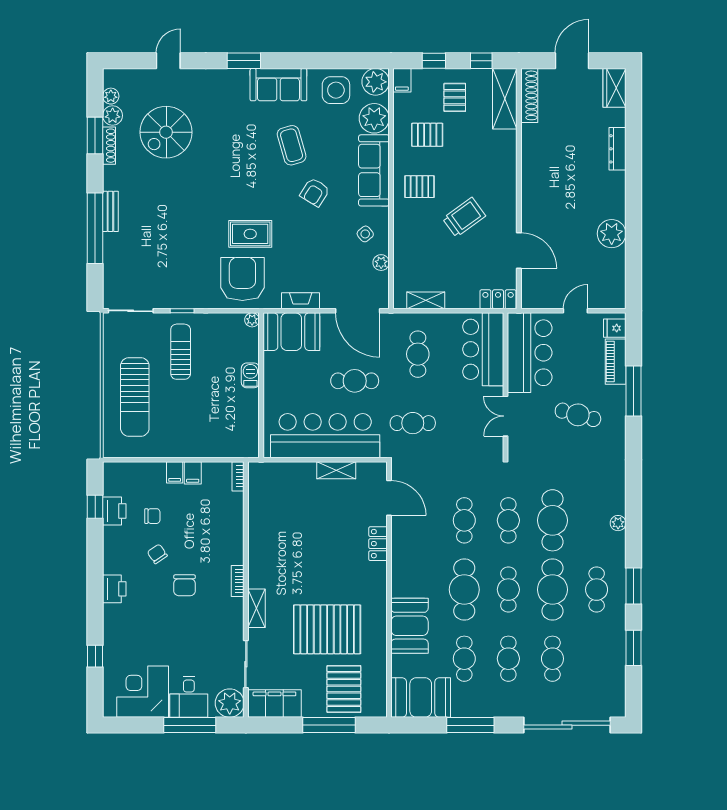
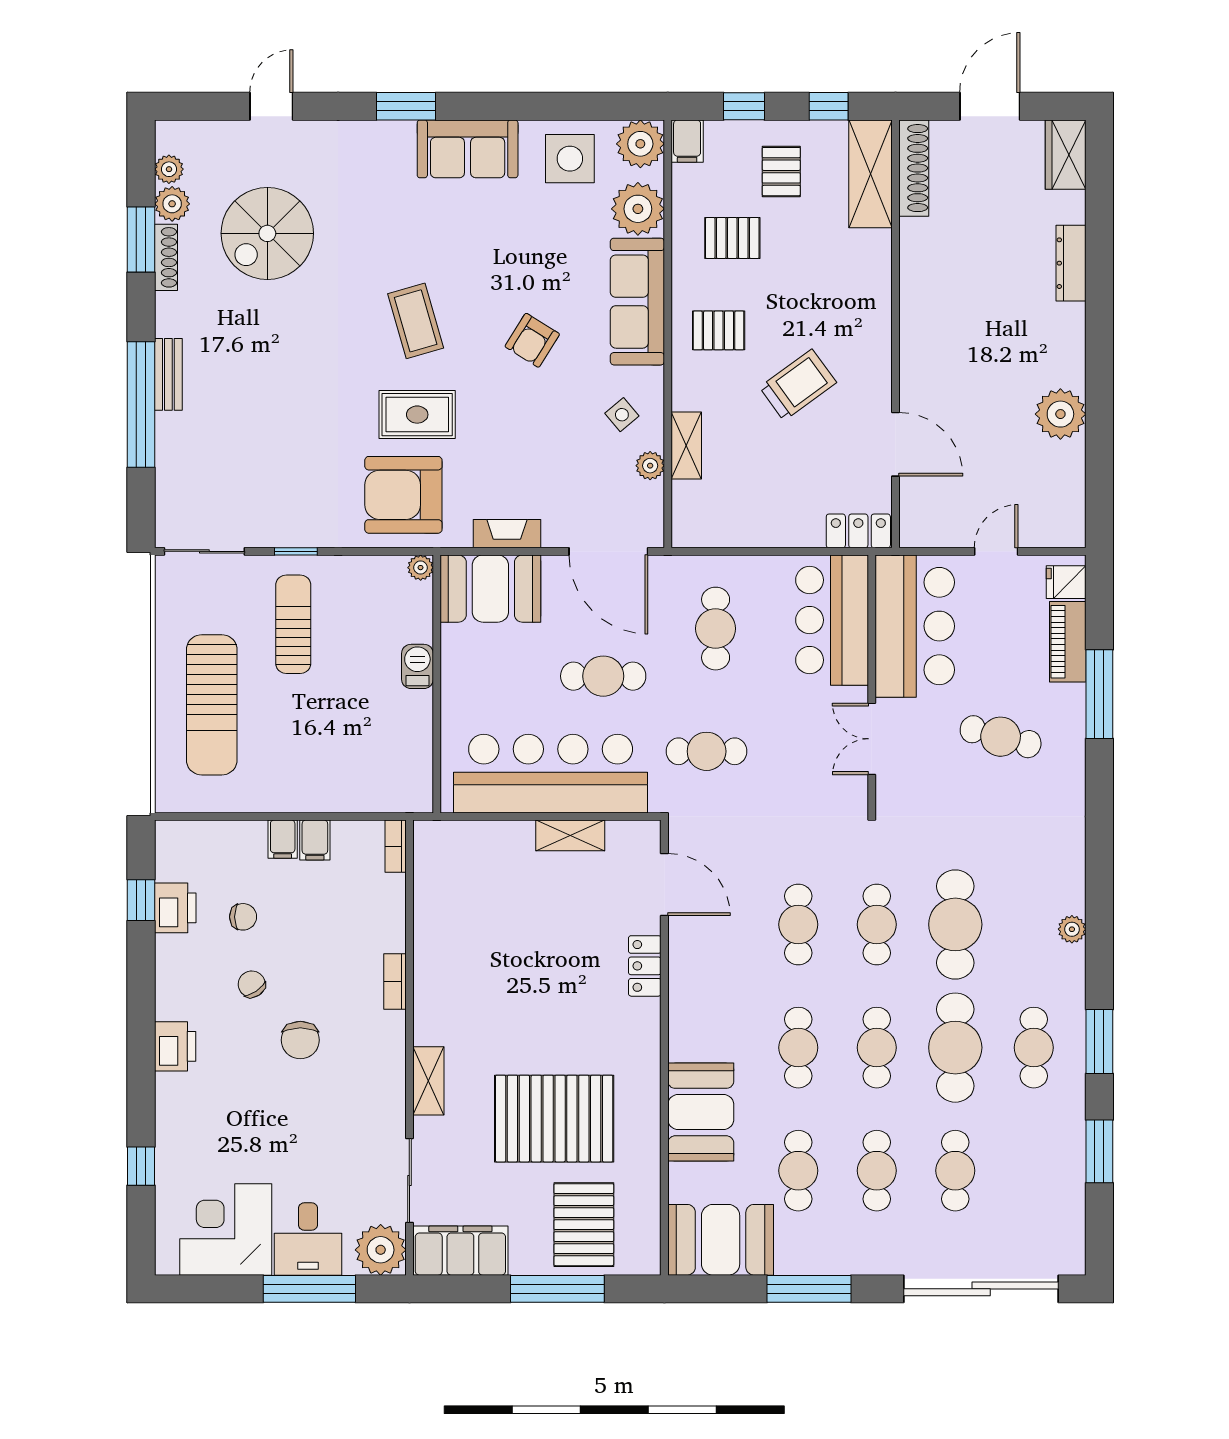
coffee table: (292, 145) -> (416, 321), moved
armchair: (242, 279) -> (403, 495), turned -90
shelving: (426, 300) -> (686, 445), moved, turned 90
bookcase: (238, 581) -> (395, 981), moved
cafe table: (464, 590) -> (798, 1048), width x0.73, depth x0.74

